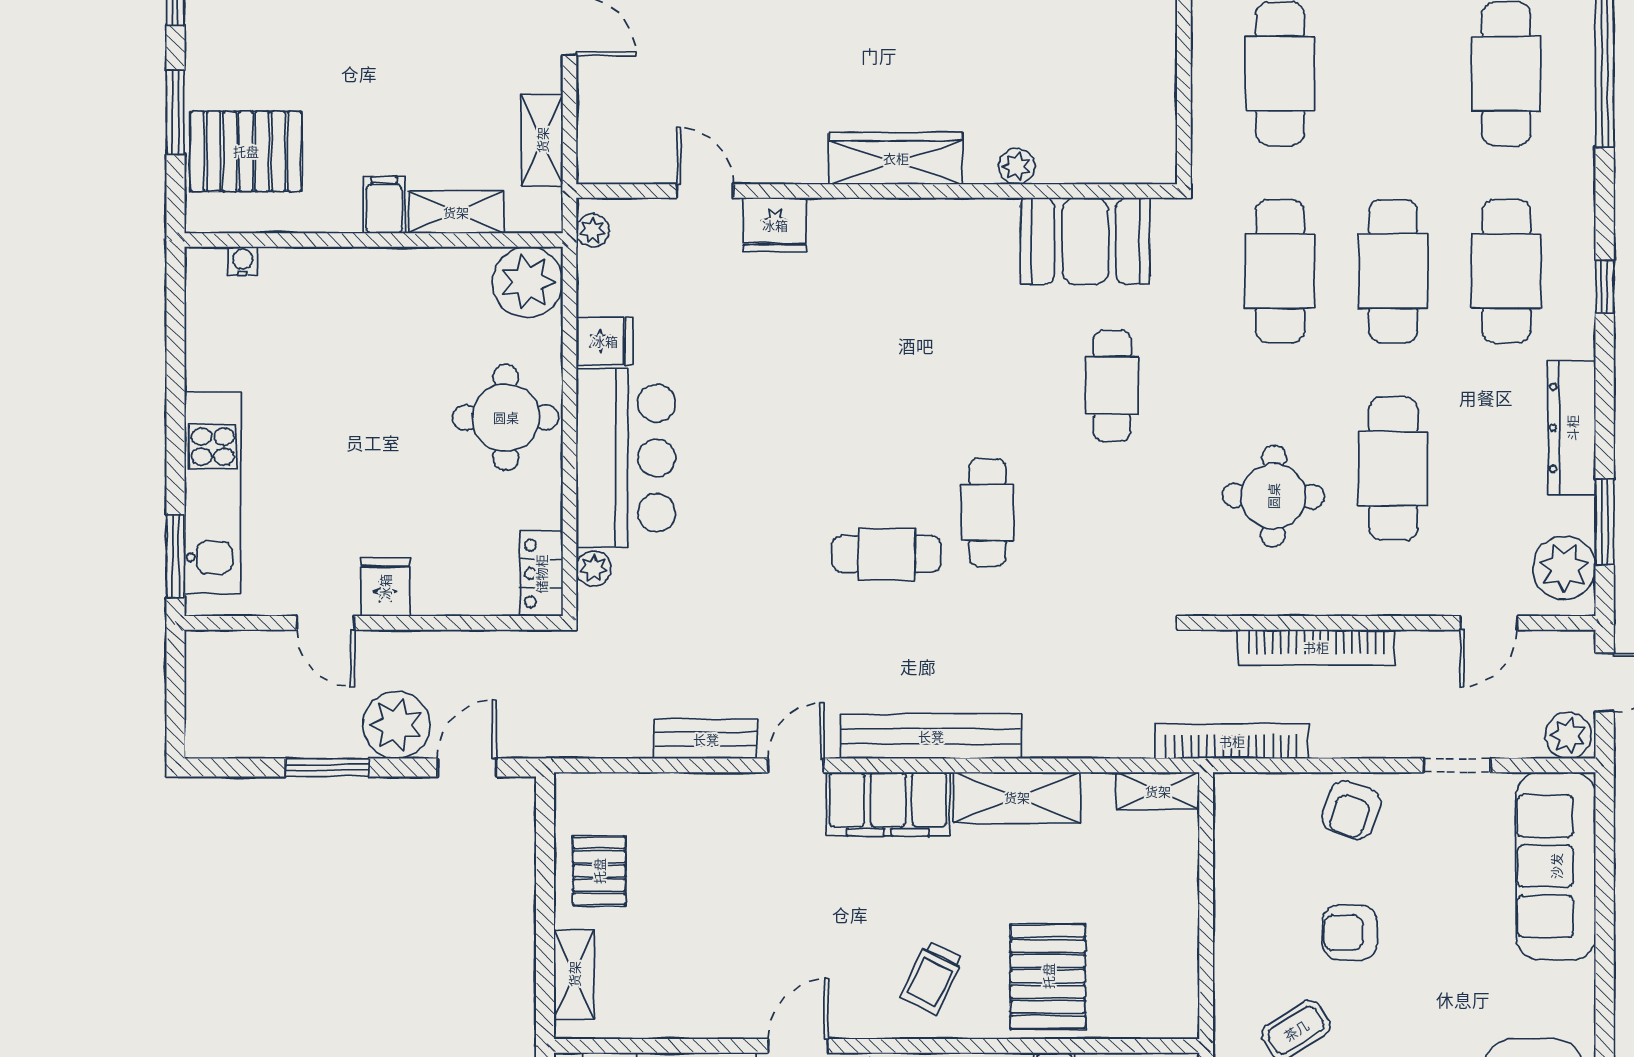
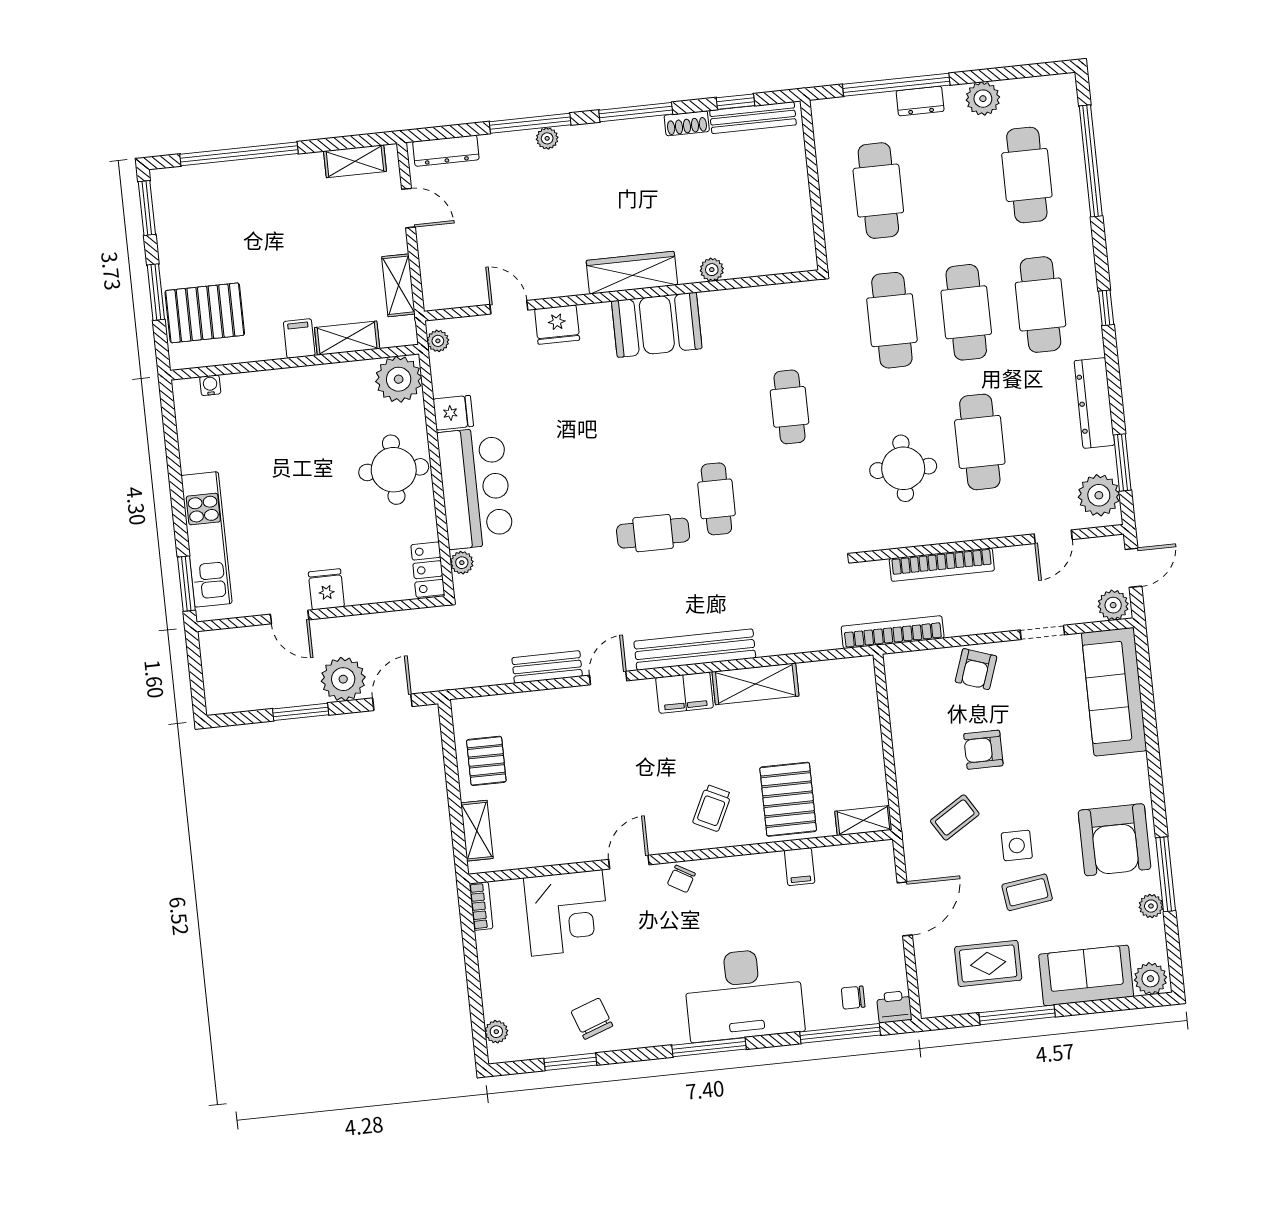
booth: (1085, 241) -> (657, 325), moved
shelving: (1158, 791) -> (863, 821), moved
filing cabinet: (888, 804) -> (685, 693), width x0.67, depth x0.86

